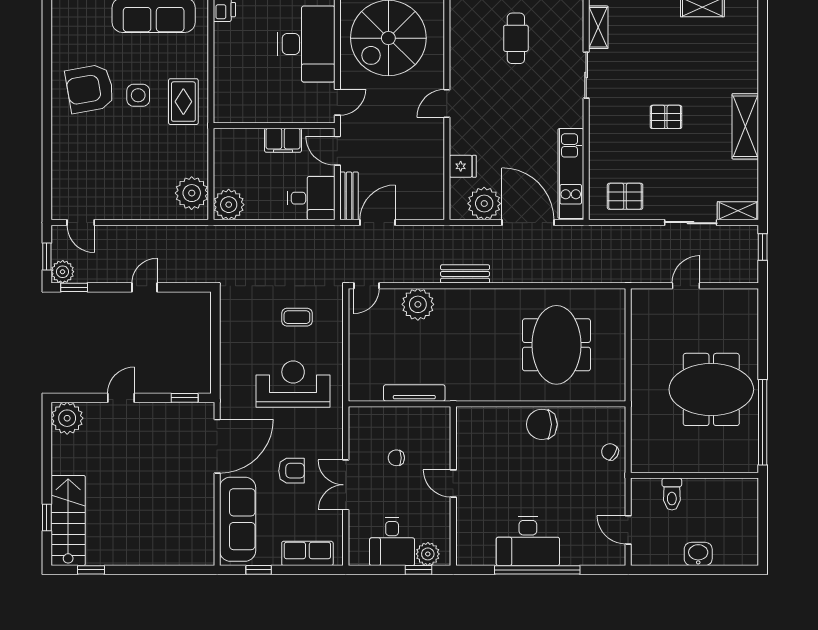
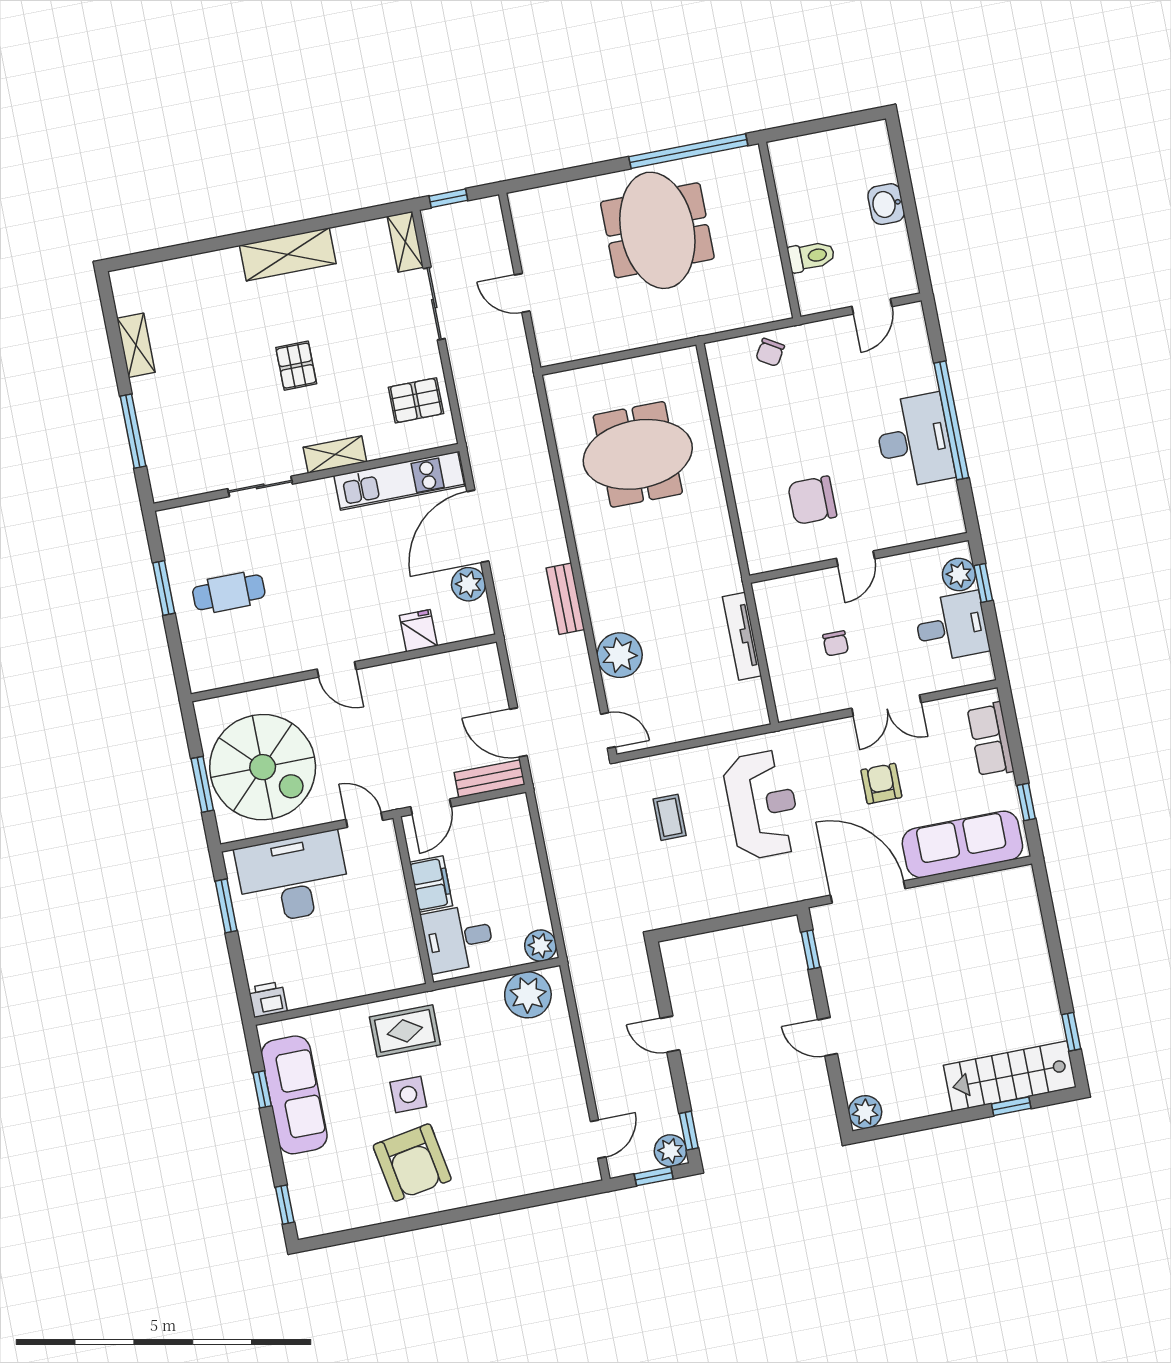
shelving: (598, 27) -> (335, 455), moved
pallet: (625, 196) -> (416, 400), turned 90
desk: (311, 198) -> (458, 938), moved, turned -90
plant: (484, 204) -> (469, 584), width x0.73, depth x0.73
plant: (229, 205) -> (541, 946), width x0.73, depth x0.73
reception desk: (293, 384) -> (762, 805), turned 180
plant: (67, 418) -> (865, 1112), width x0.73, depth x0.73
chair: (542, 424) -> (812, 500), moved, turned 90

